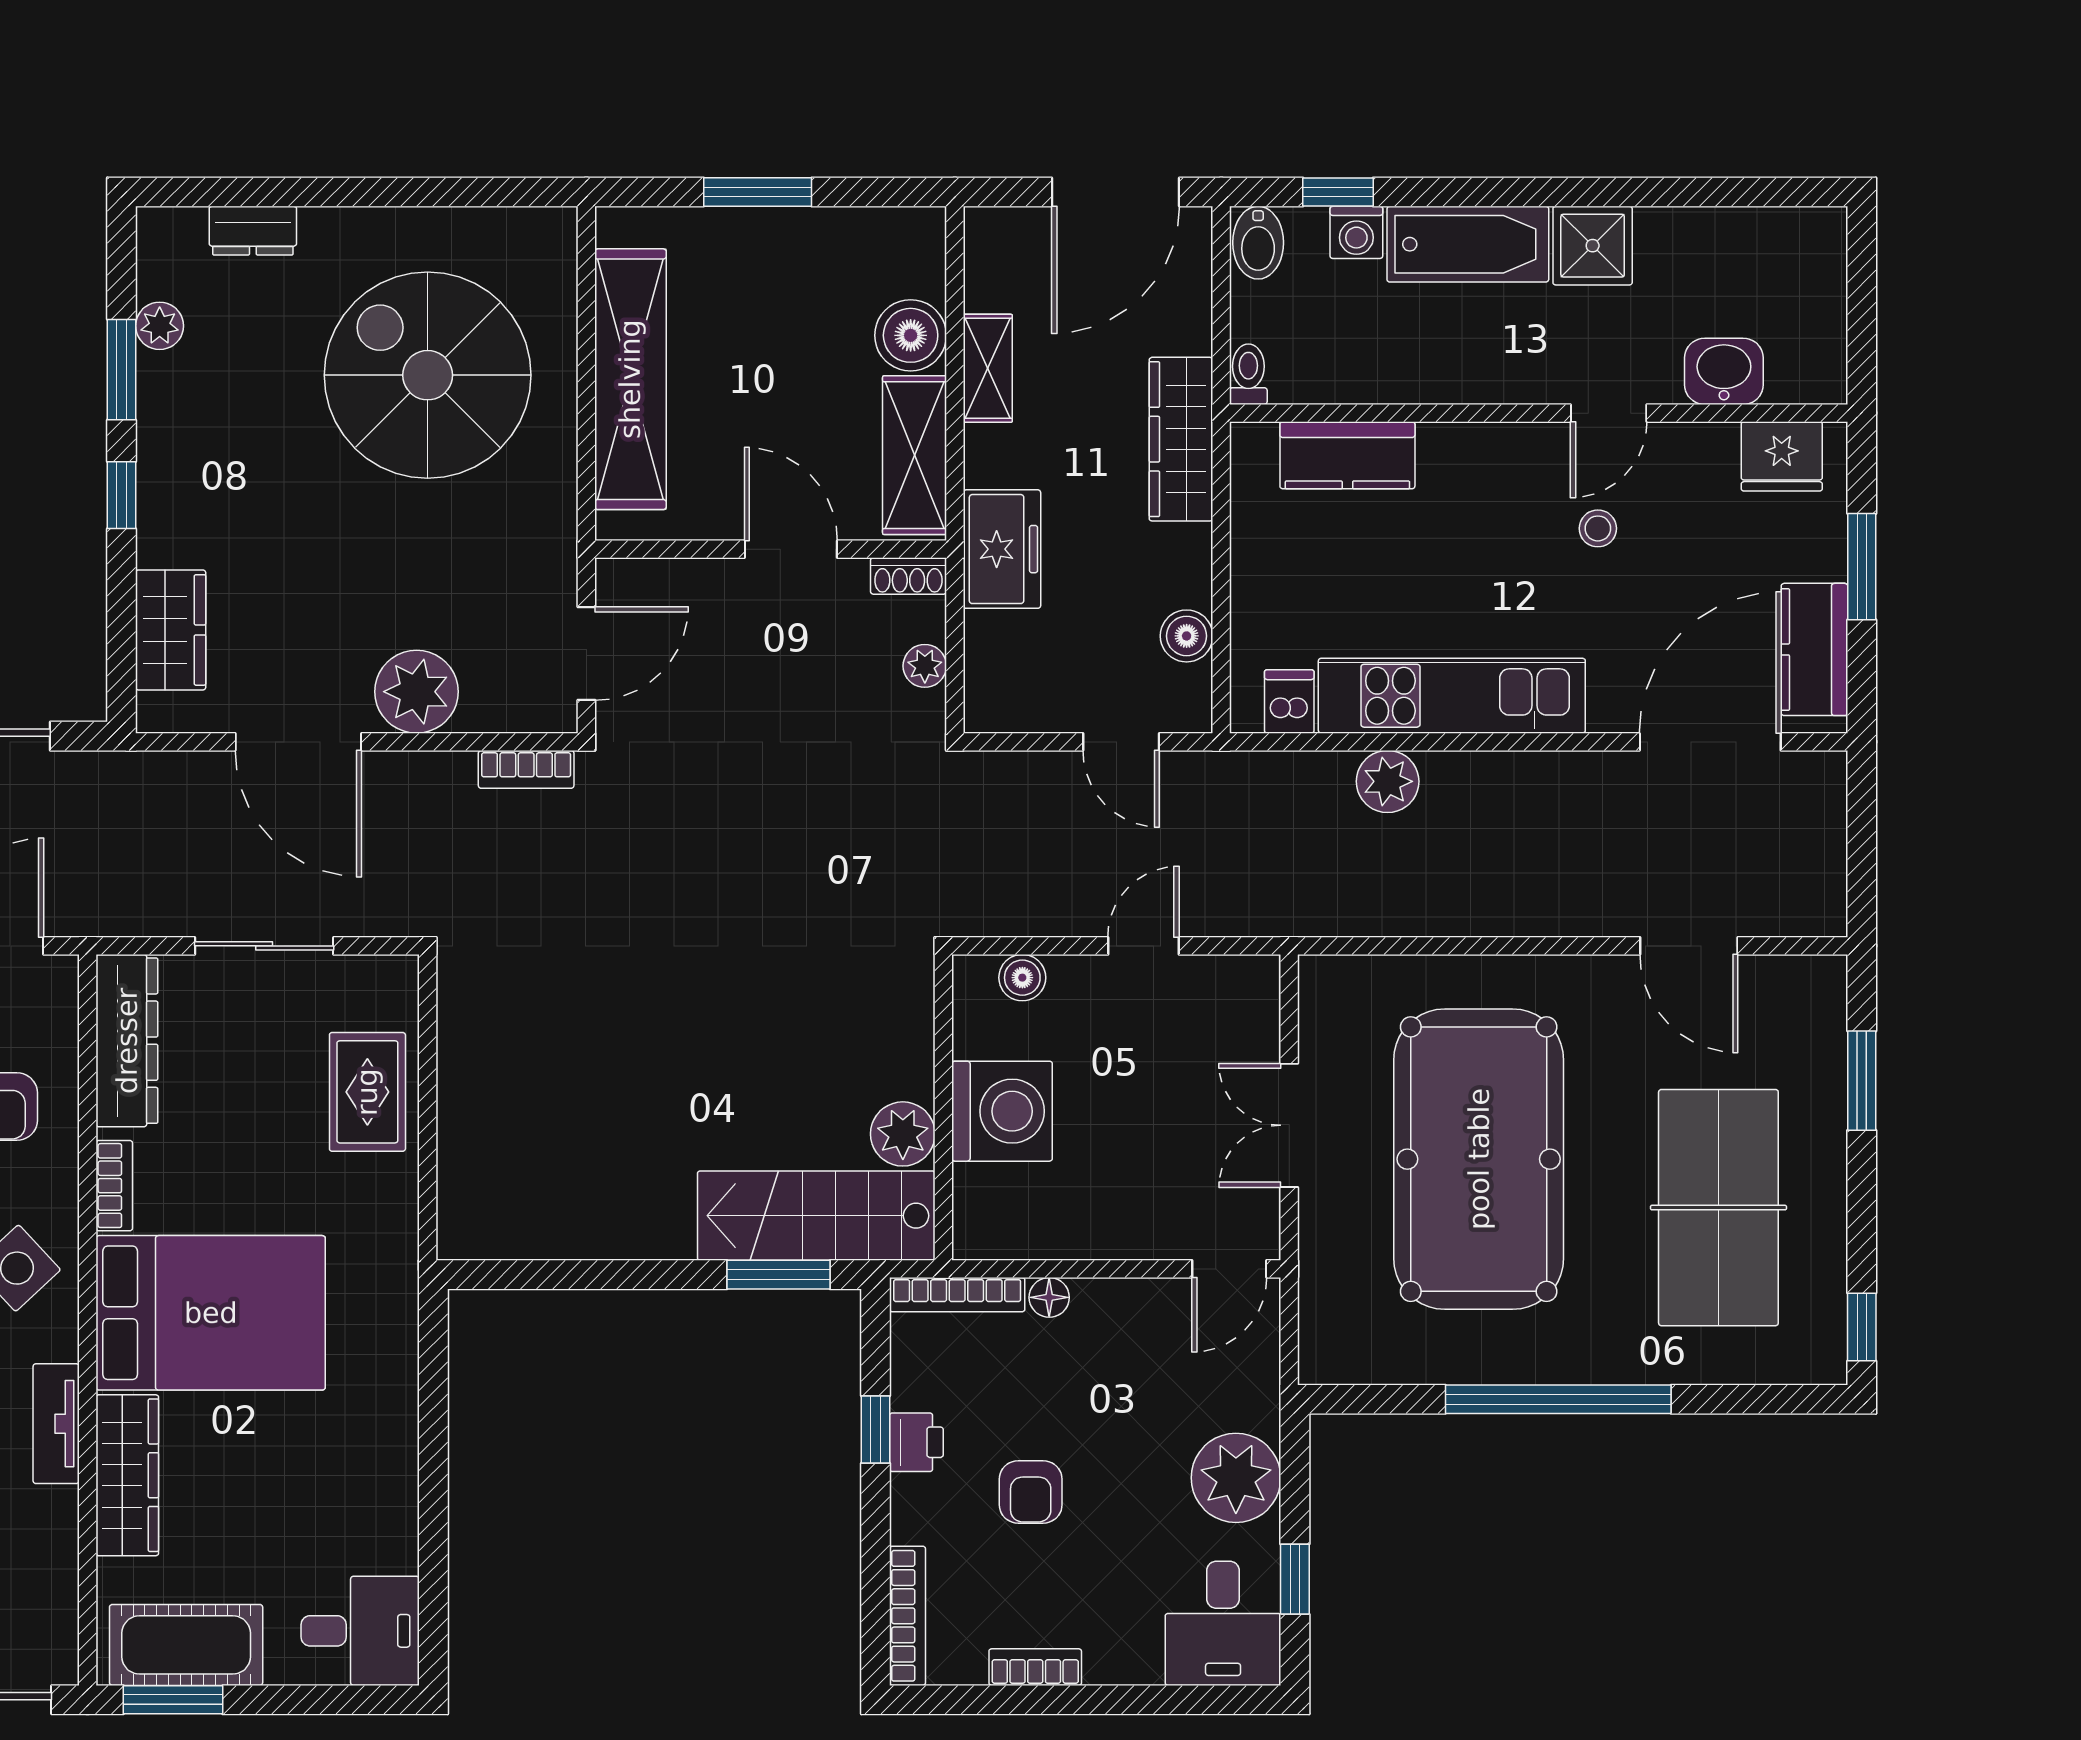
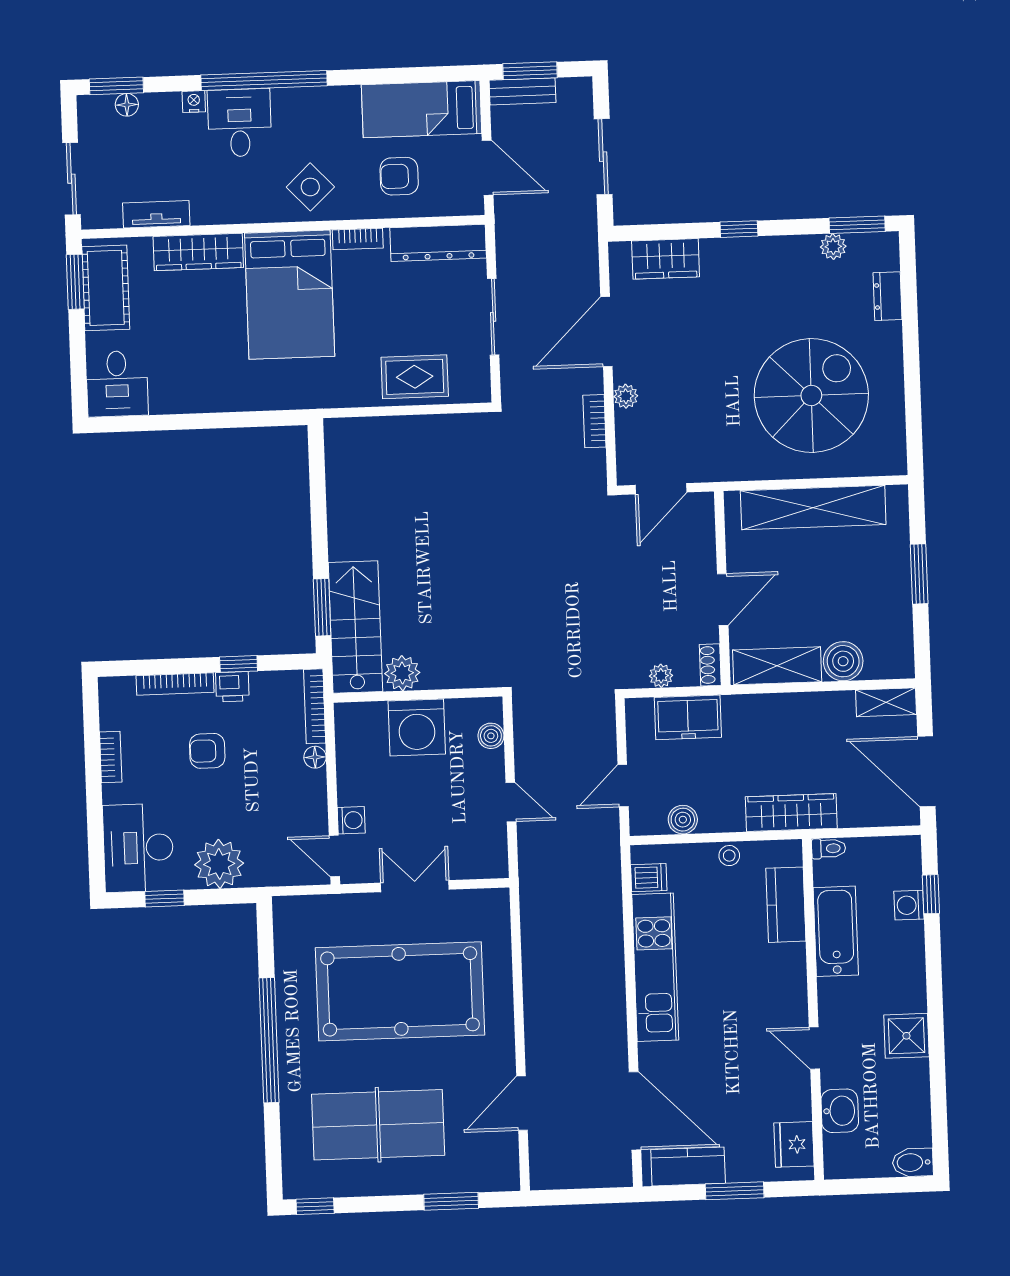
bidet: (1258, 243) -> (913, 1162), moved
bathtub: (1468, 244) -> (836, 931), moved, turned 180
shelving: (988, 368) -> (886, 702), moved
window: (122, 370) -> (857, 225), moved
stool: (1598, 528) -> (729, 856), moved
freezer: (1002, 549) -> (688, 717), moved
door: (586, 654) -> (661, 489), hinge flipped
plant: (417, 692) -> (626, 396), width x0.53, depth x0.53
bookcase: (526, 769) -> (594, 421), moved
plant: (1388, 781) -> (607, 933), removed
washing machine: (1166, 1236) -> (351, 820), added
tv unit: (56, 1424) -> (156, 214), moved
bookcase: (907, 1616) -> (175, 684), moved
desk: (1223, 1623) -> (138, 848), width x1.37

